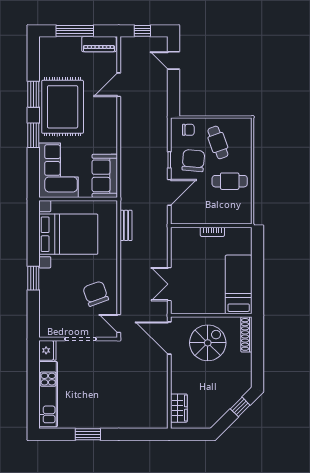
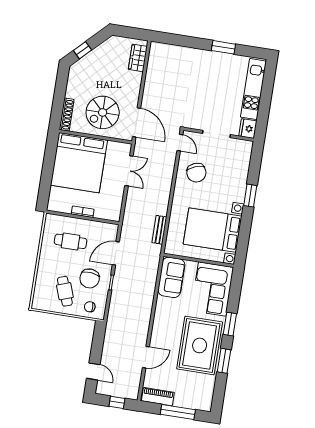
cafe table: (230, 181) -> (71, 241), moved
bed: (239, 284) -> (79, 163), width x2.04

